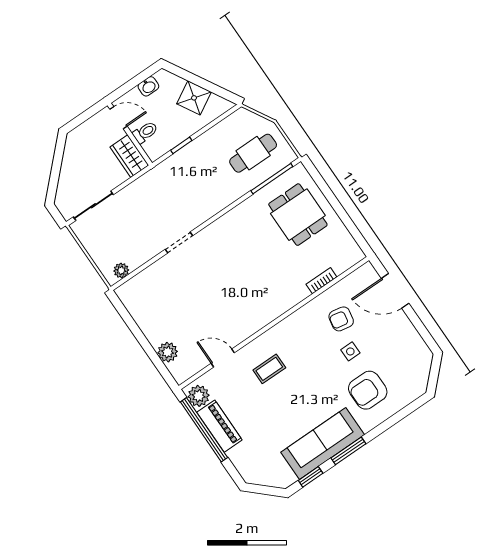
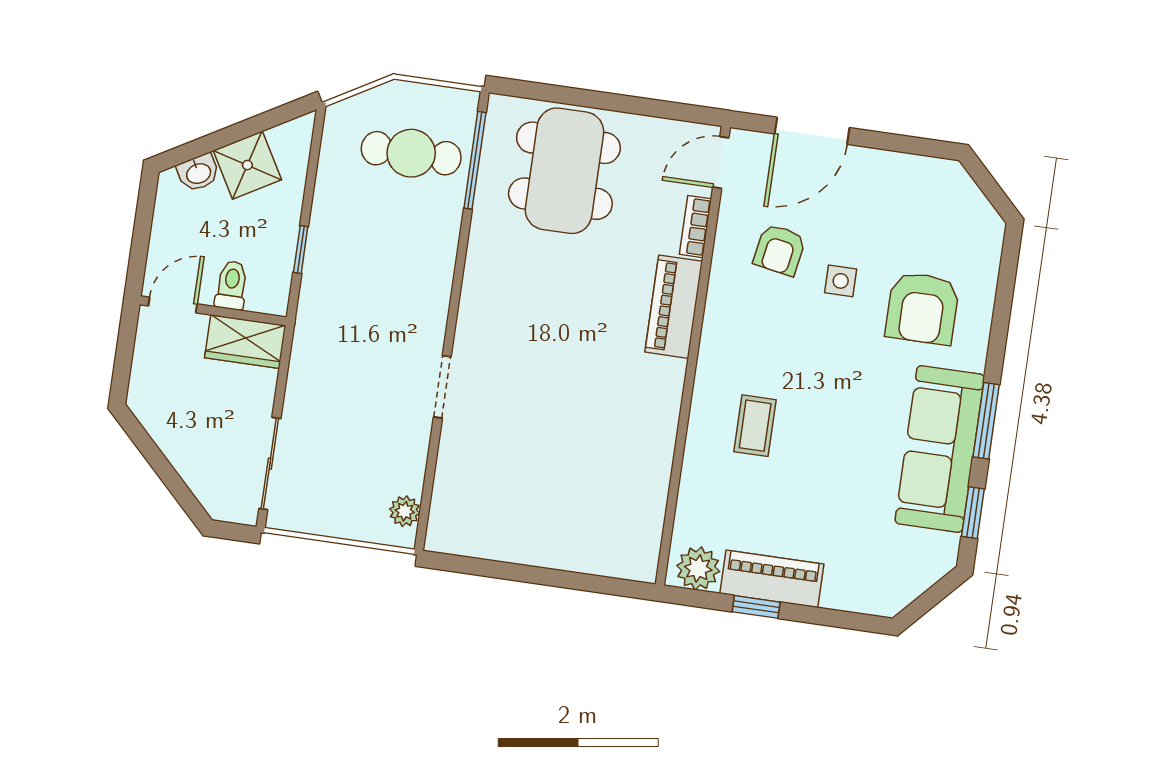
washbasin: (148, 86) -> (198, 173), moved, turned 60
cafe table: (253, 153) -> (411, 153), turned 90
dining table: (298, 215) -> (564, 171), width x1.38
piano: (285, 300) -> (674, 307), added
plant: (168, 352) -> (590, 554), removed
door: (223, 358) -> (721, 163), moved
window: (204, 430) -> (756, 607), width x0.32

